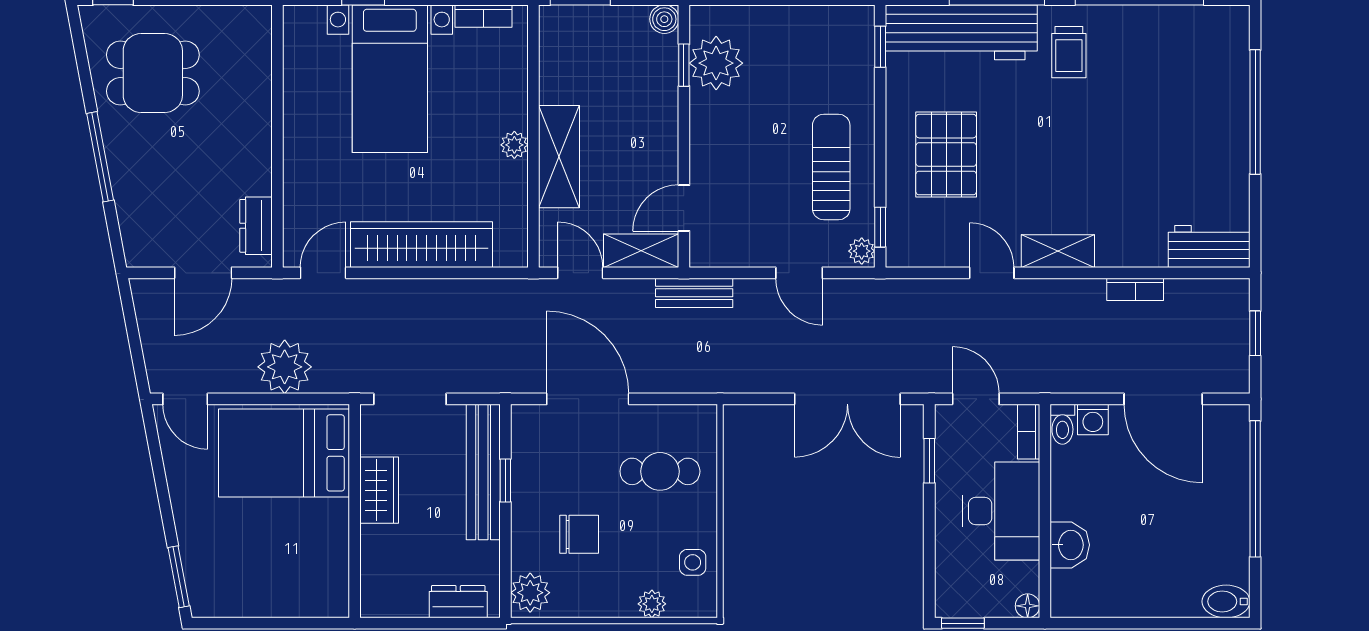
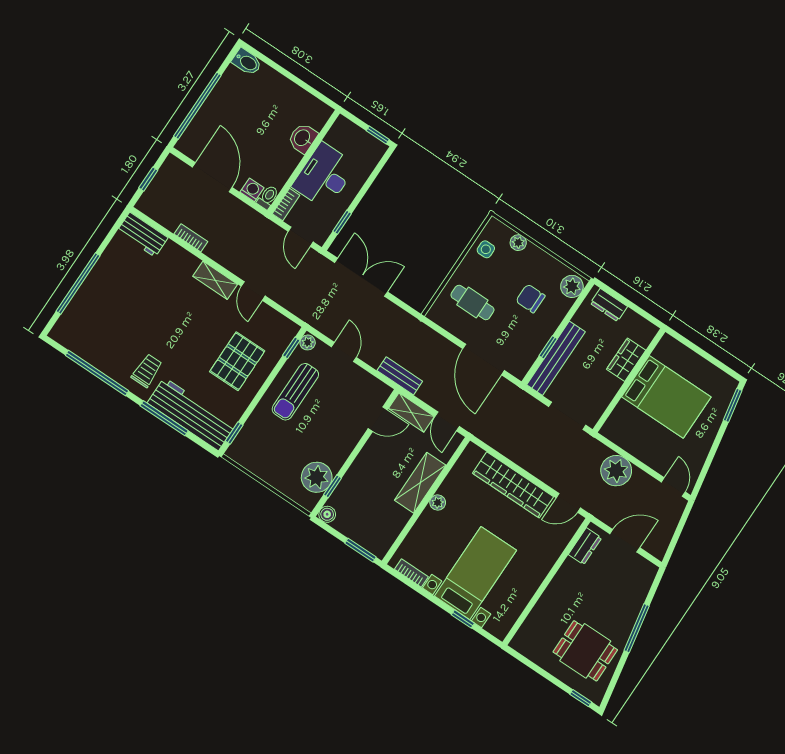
bed: (284, 453) -> (666, 397), moved
wardrobe: (379, 490) -> (626, 360), moved
floor lamp: (1028, 606) -> (342, 123), removed

